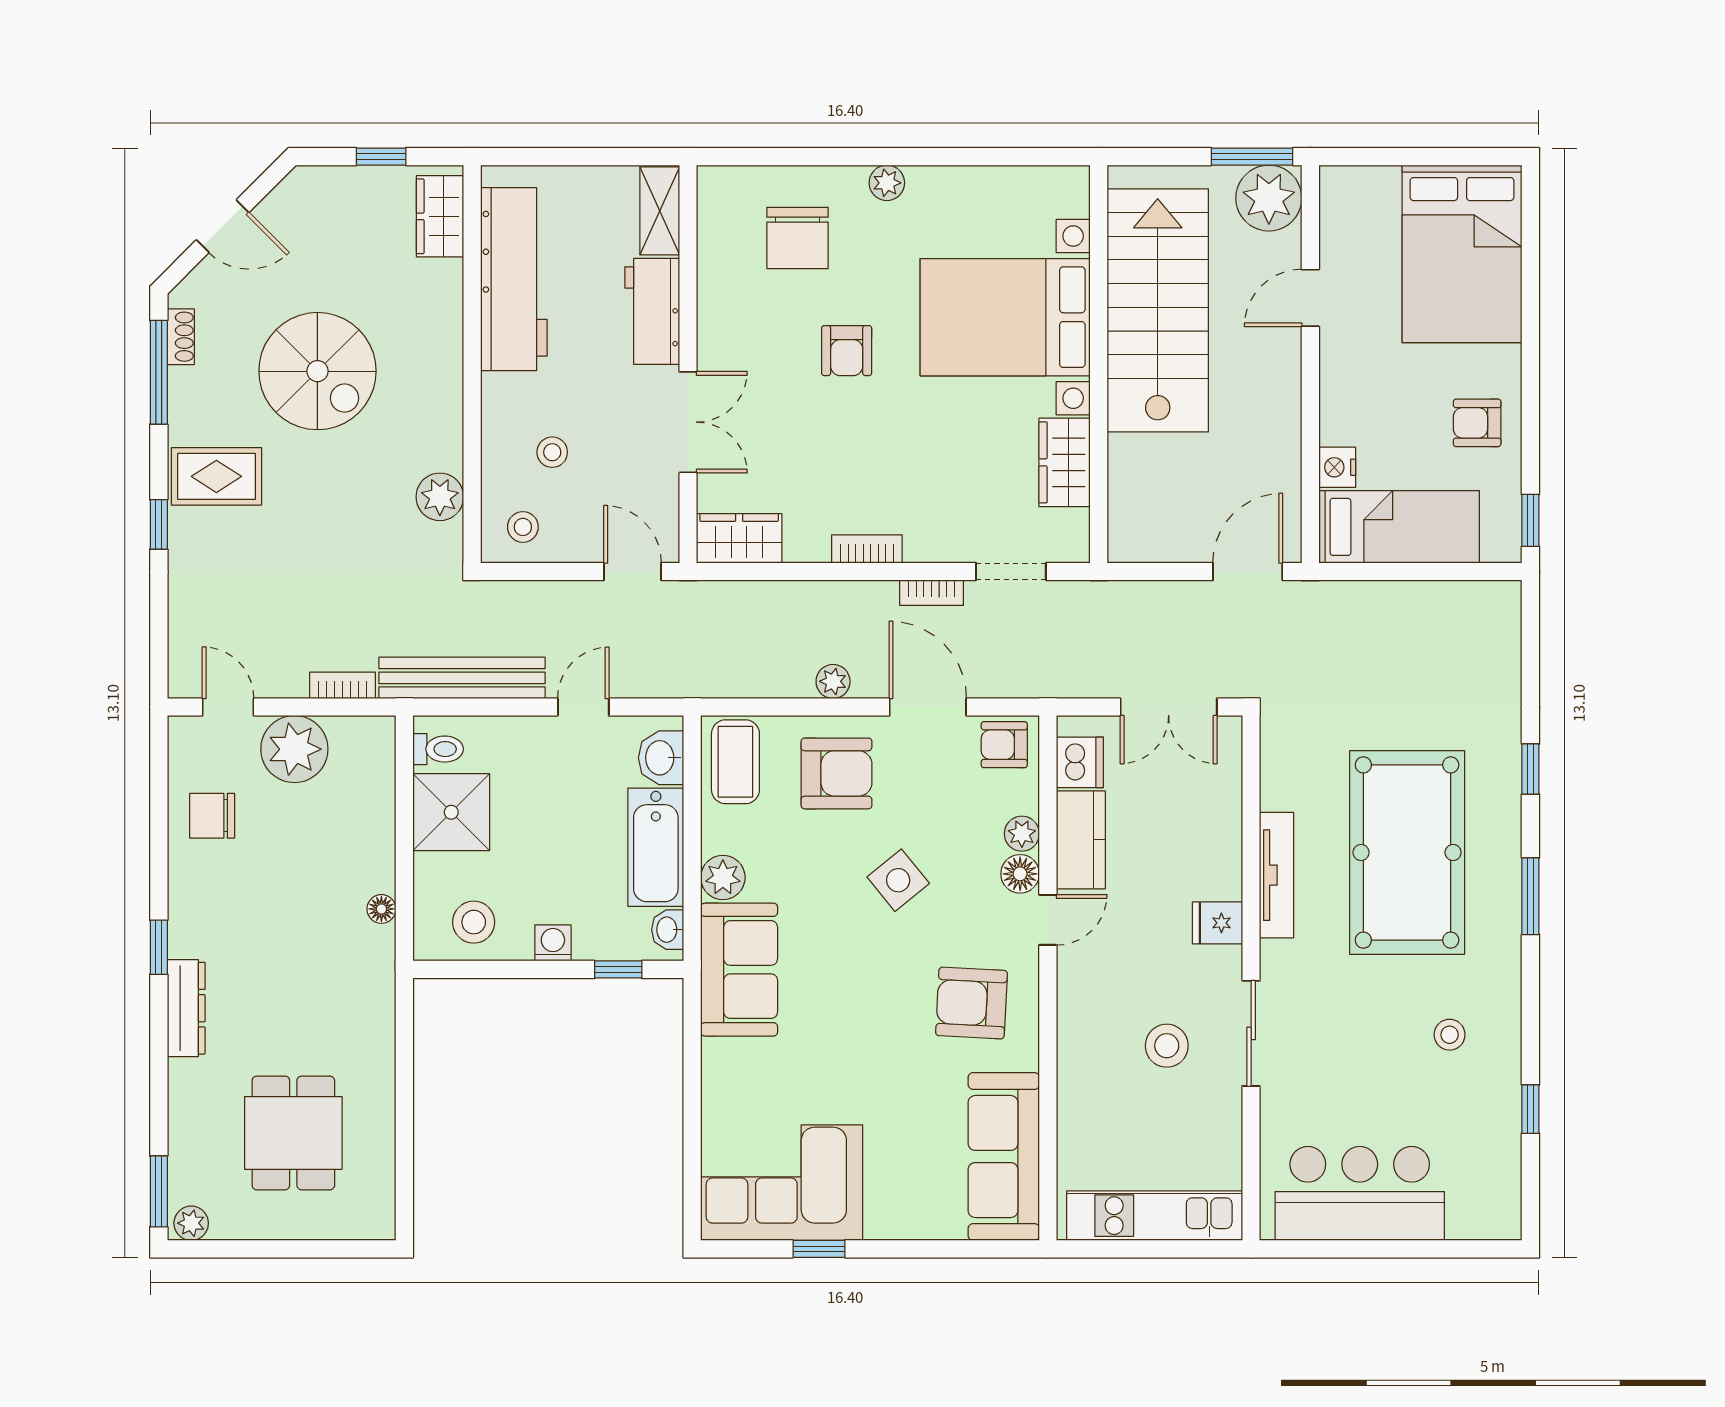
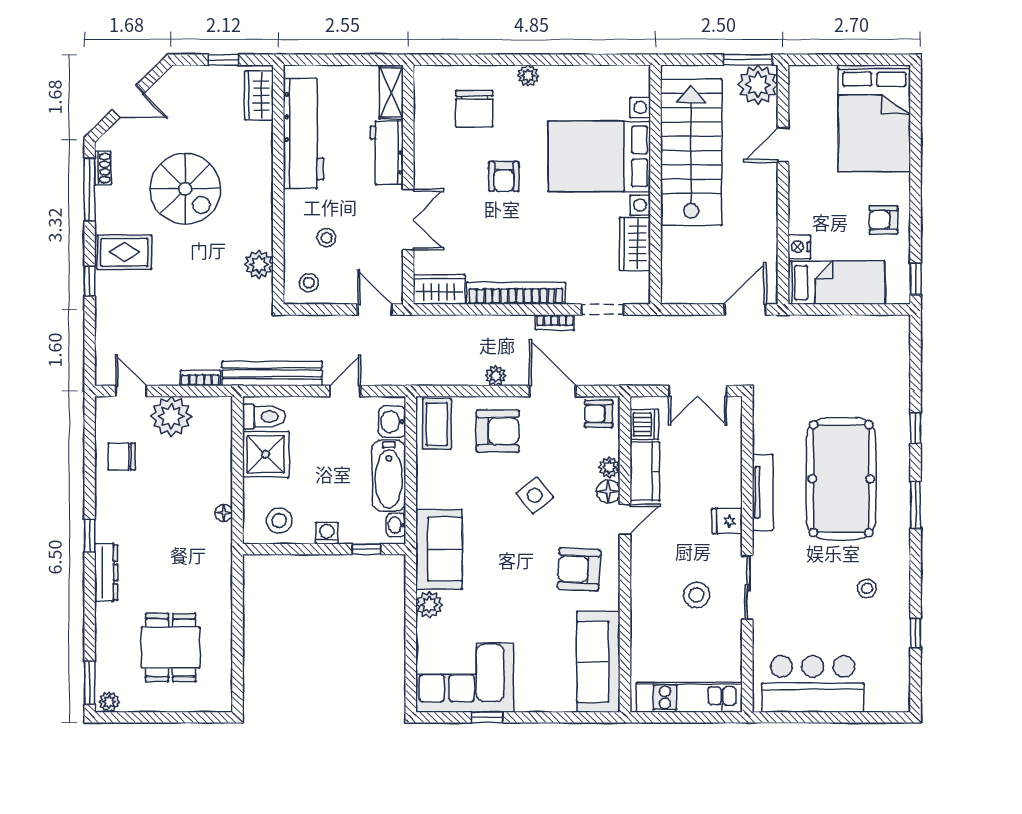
bookcase: (867, 549) -> (516, 293), width x2.31, depth x1.31
toilet: (438, 749) -> (264, 416), width x1.37, depth x1.39
plant: (723, 878) -> (429, 605), moved

